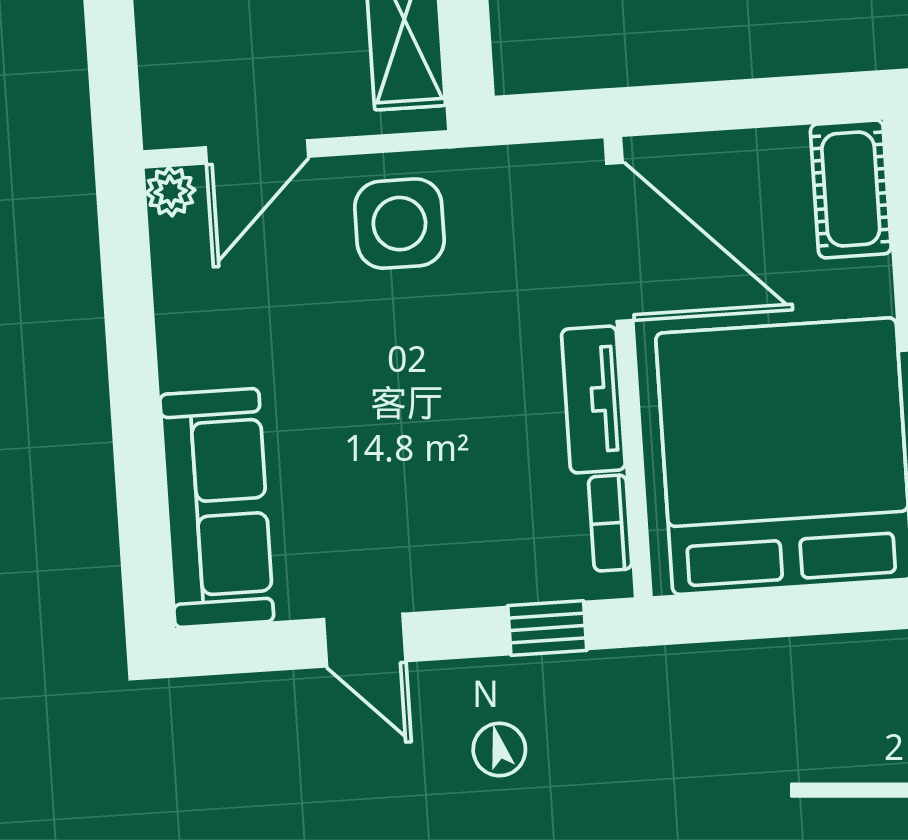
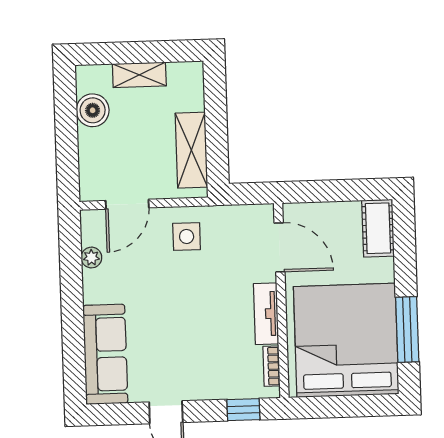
plant: (171, 192) -> (91, 258), moved
side table: (399, 224) -> (187, 237), width x0.73, depth x0.73
door: (620, 242) -> (279, 247), width x0.73

